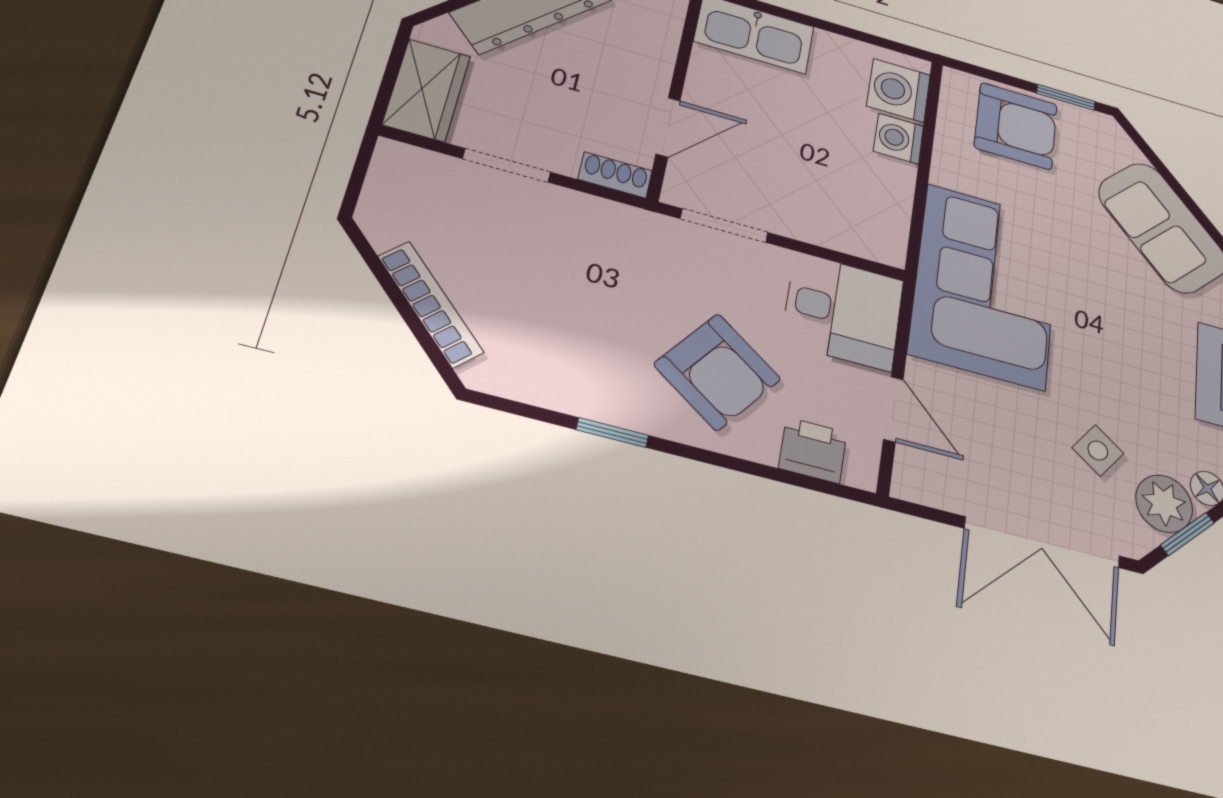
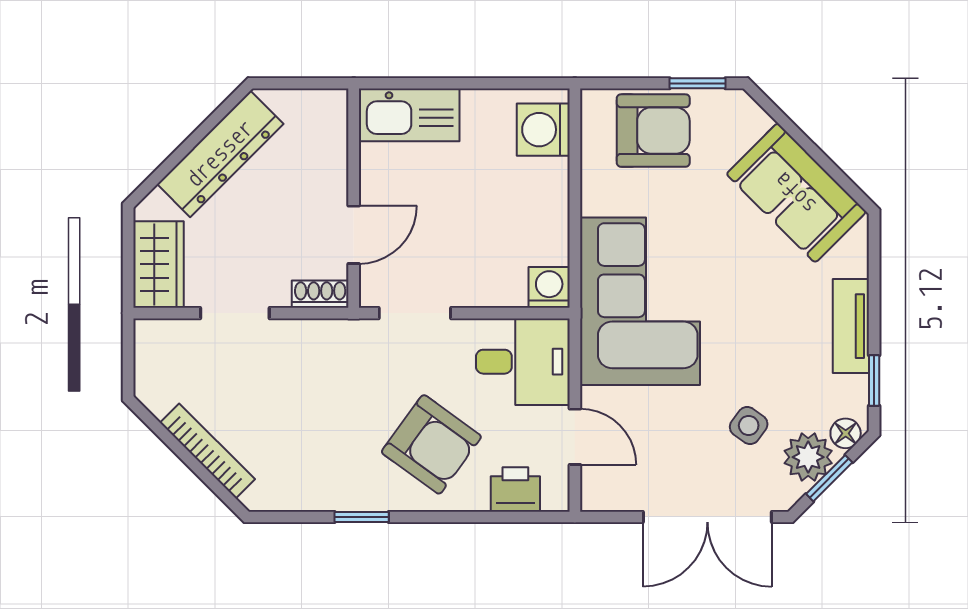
washing machine: (899, 139) -> (549, 287), moved, turned 90

